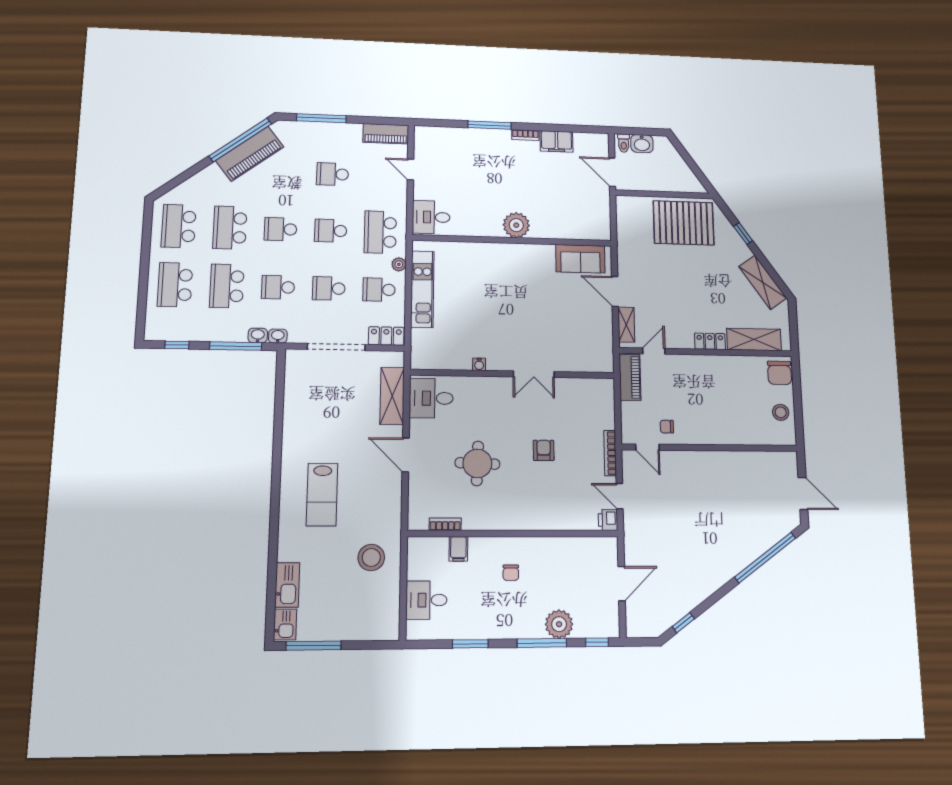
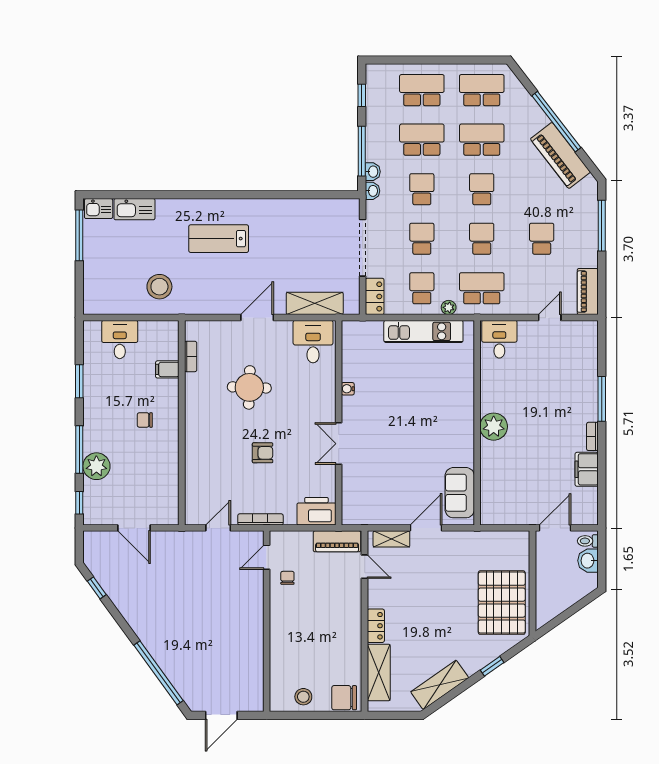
window: (240, 140) -> (556, 122), moved
printer: (608, 520) -> (316, 511), moved, width x1.87, depth x1.48

